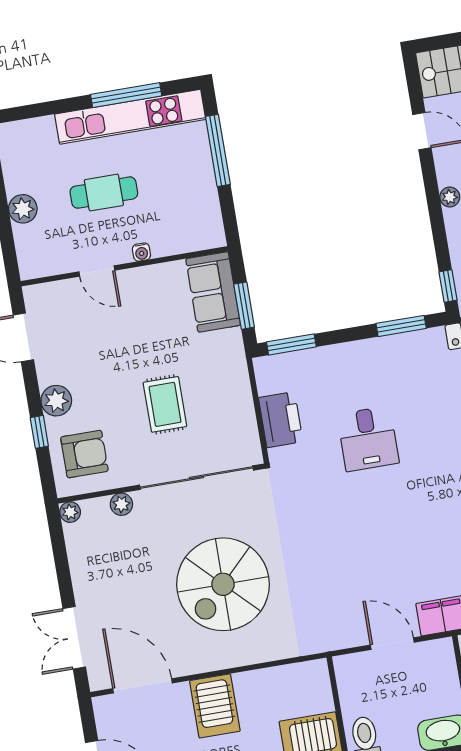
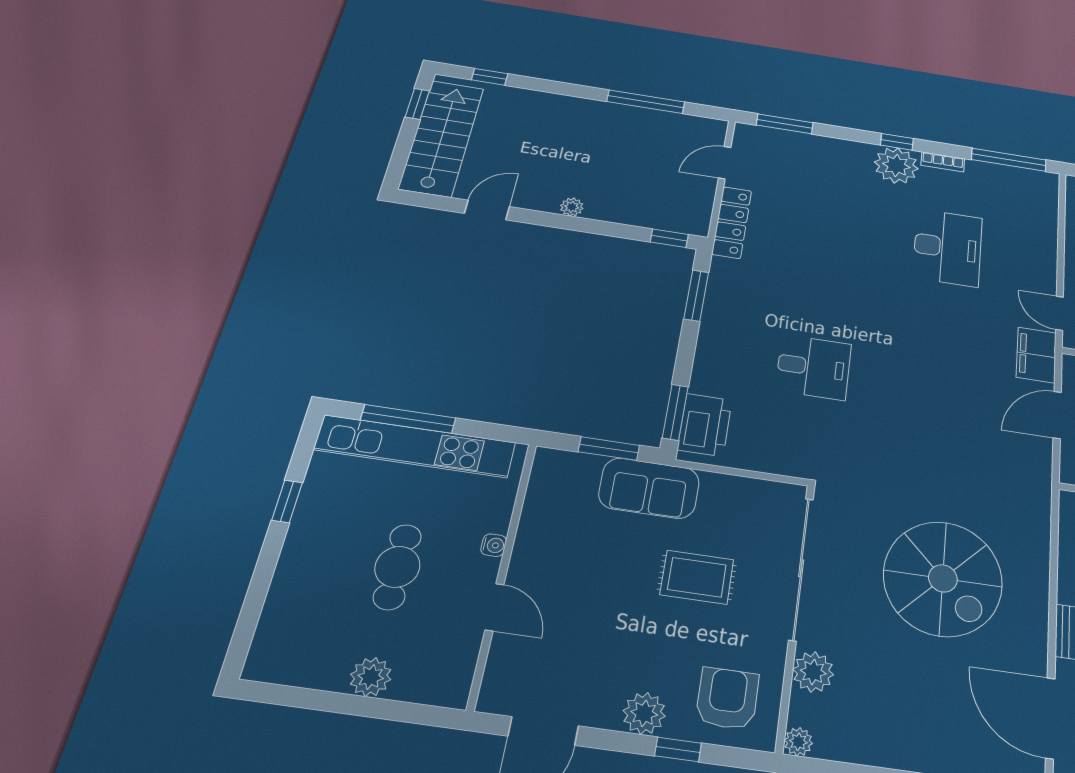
window: (126, 95) -> (287, 501), width x0.46
kitchen unit: (130, 117) -> (415, 446), moved, turned 90
door: (97, 271) -> (494, 607), hinge flipped
sofa: (213, 292) -> (649, 488), moved
printer: (281, 420) -> (705, 425), moved, turned 90
plant: (121, 504) -> (813, 672), width x1.38, depth x1.38
door: (142, 686) -> (1050, 718), hinge flipped

